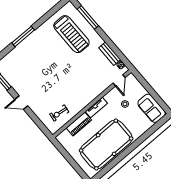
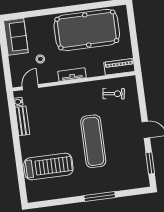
window: (88, 17) -> (20, 173), removed
treadmill: (71, 34) -> (48, 167), turned 90
exercise mat: (52, 71) -> (93, 141), added
piano: (79, 124) -> (119, 67), moved

